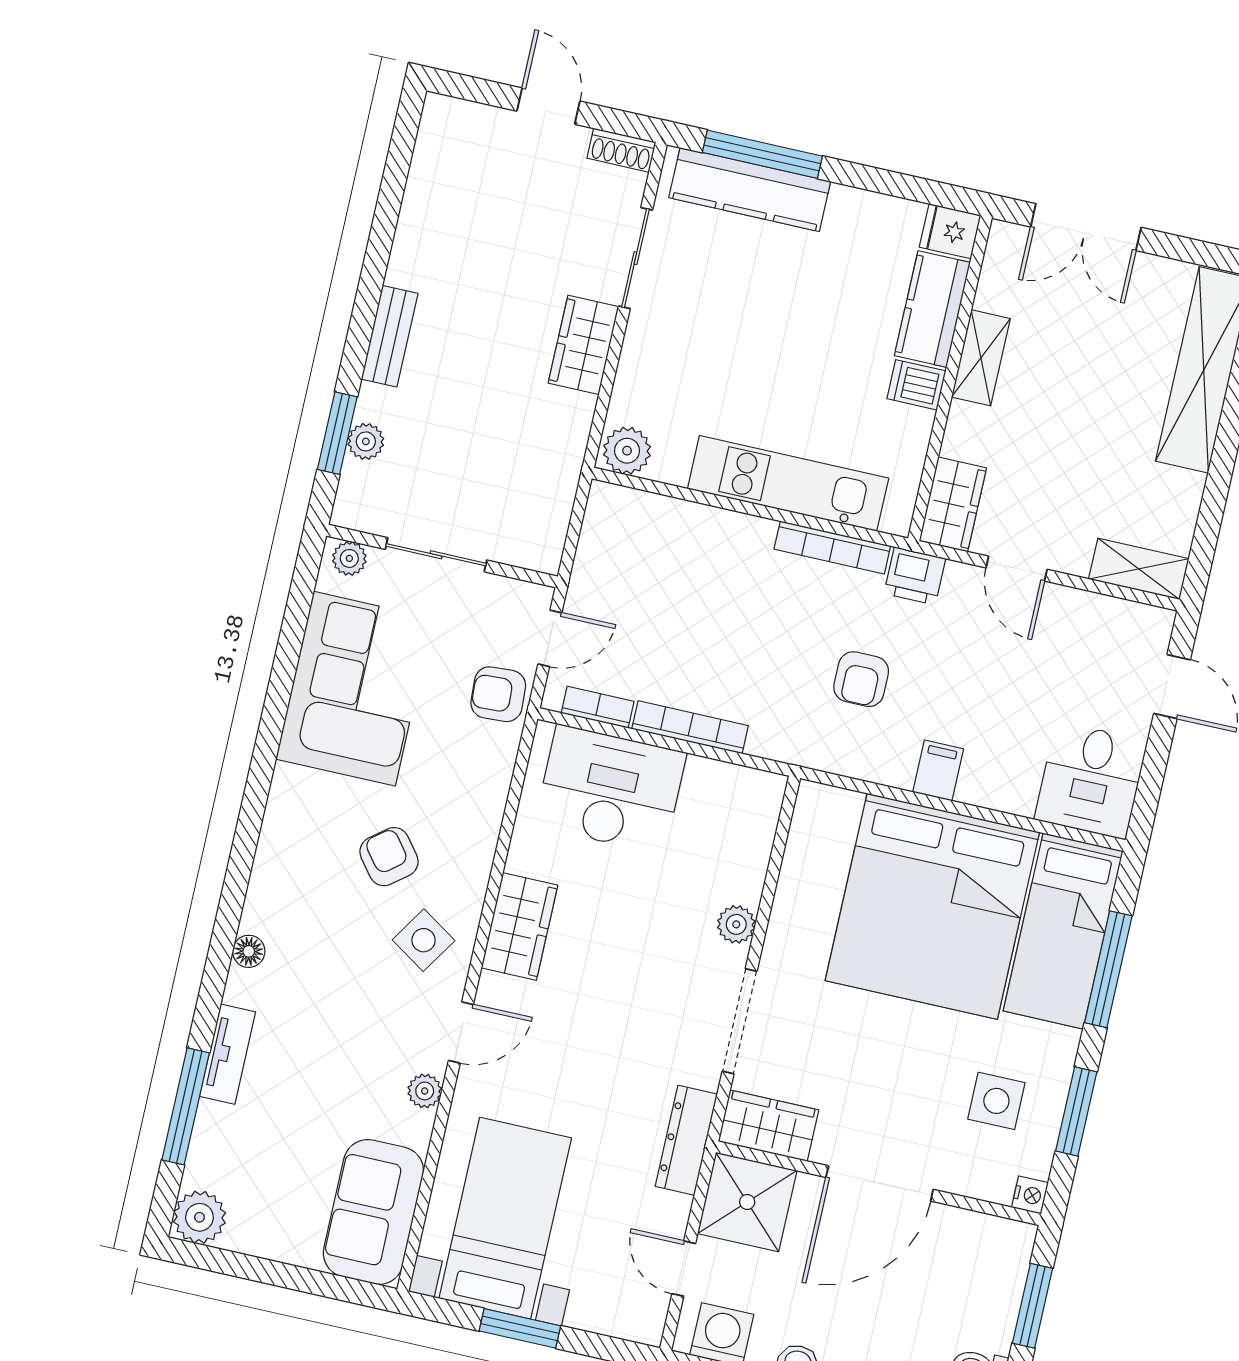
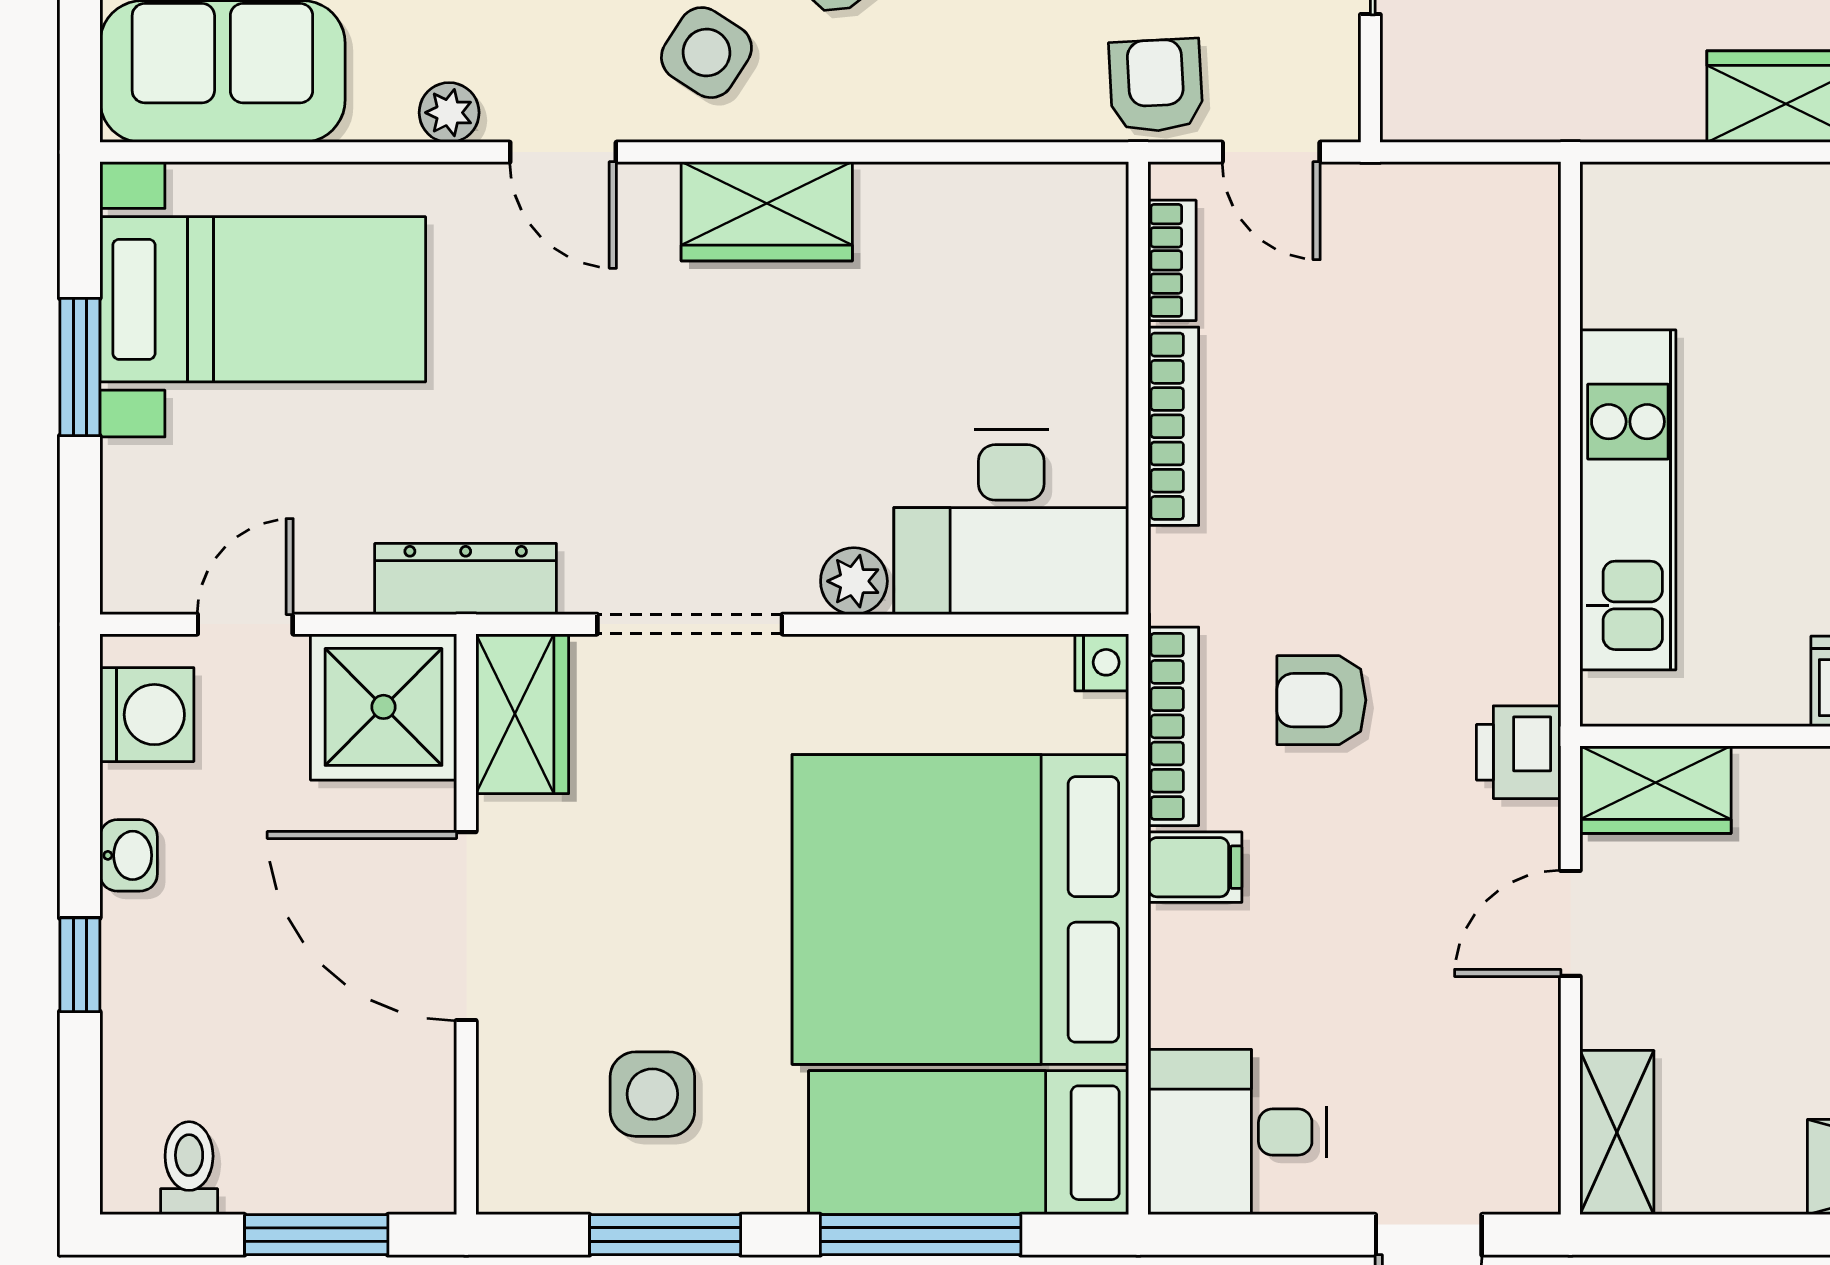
plant: (627, 451) -> (1622, 212), removed
bookcase: (832, 548) -> (1173, 726), moved, turned 180
desk: (610, 789) -> (1011, 522), moved, turned 90
nightstand: (1030, 1195) -> (1102, 662), moved, turned -90

